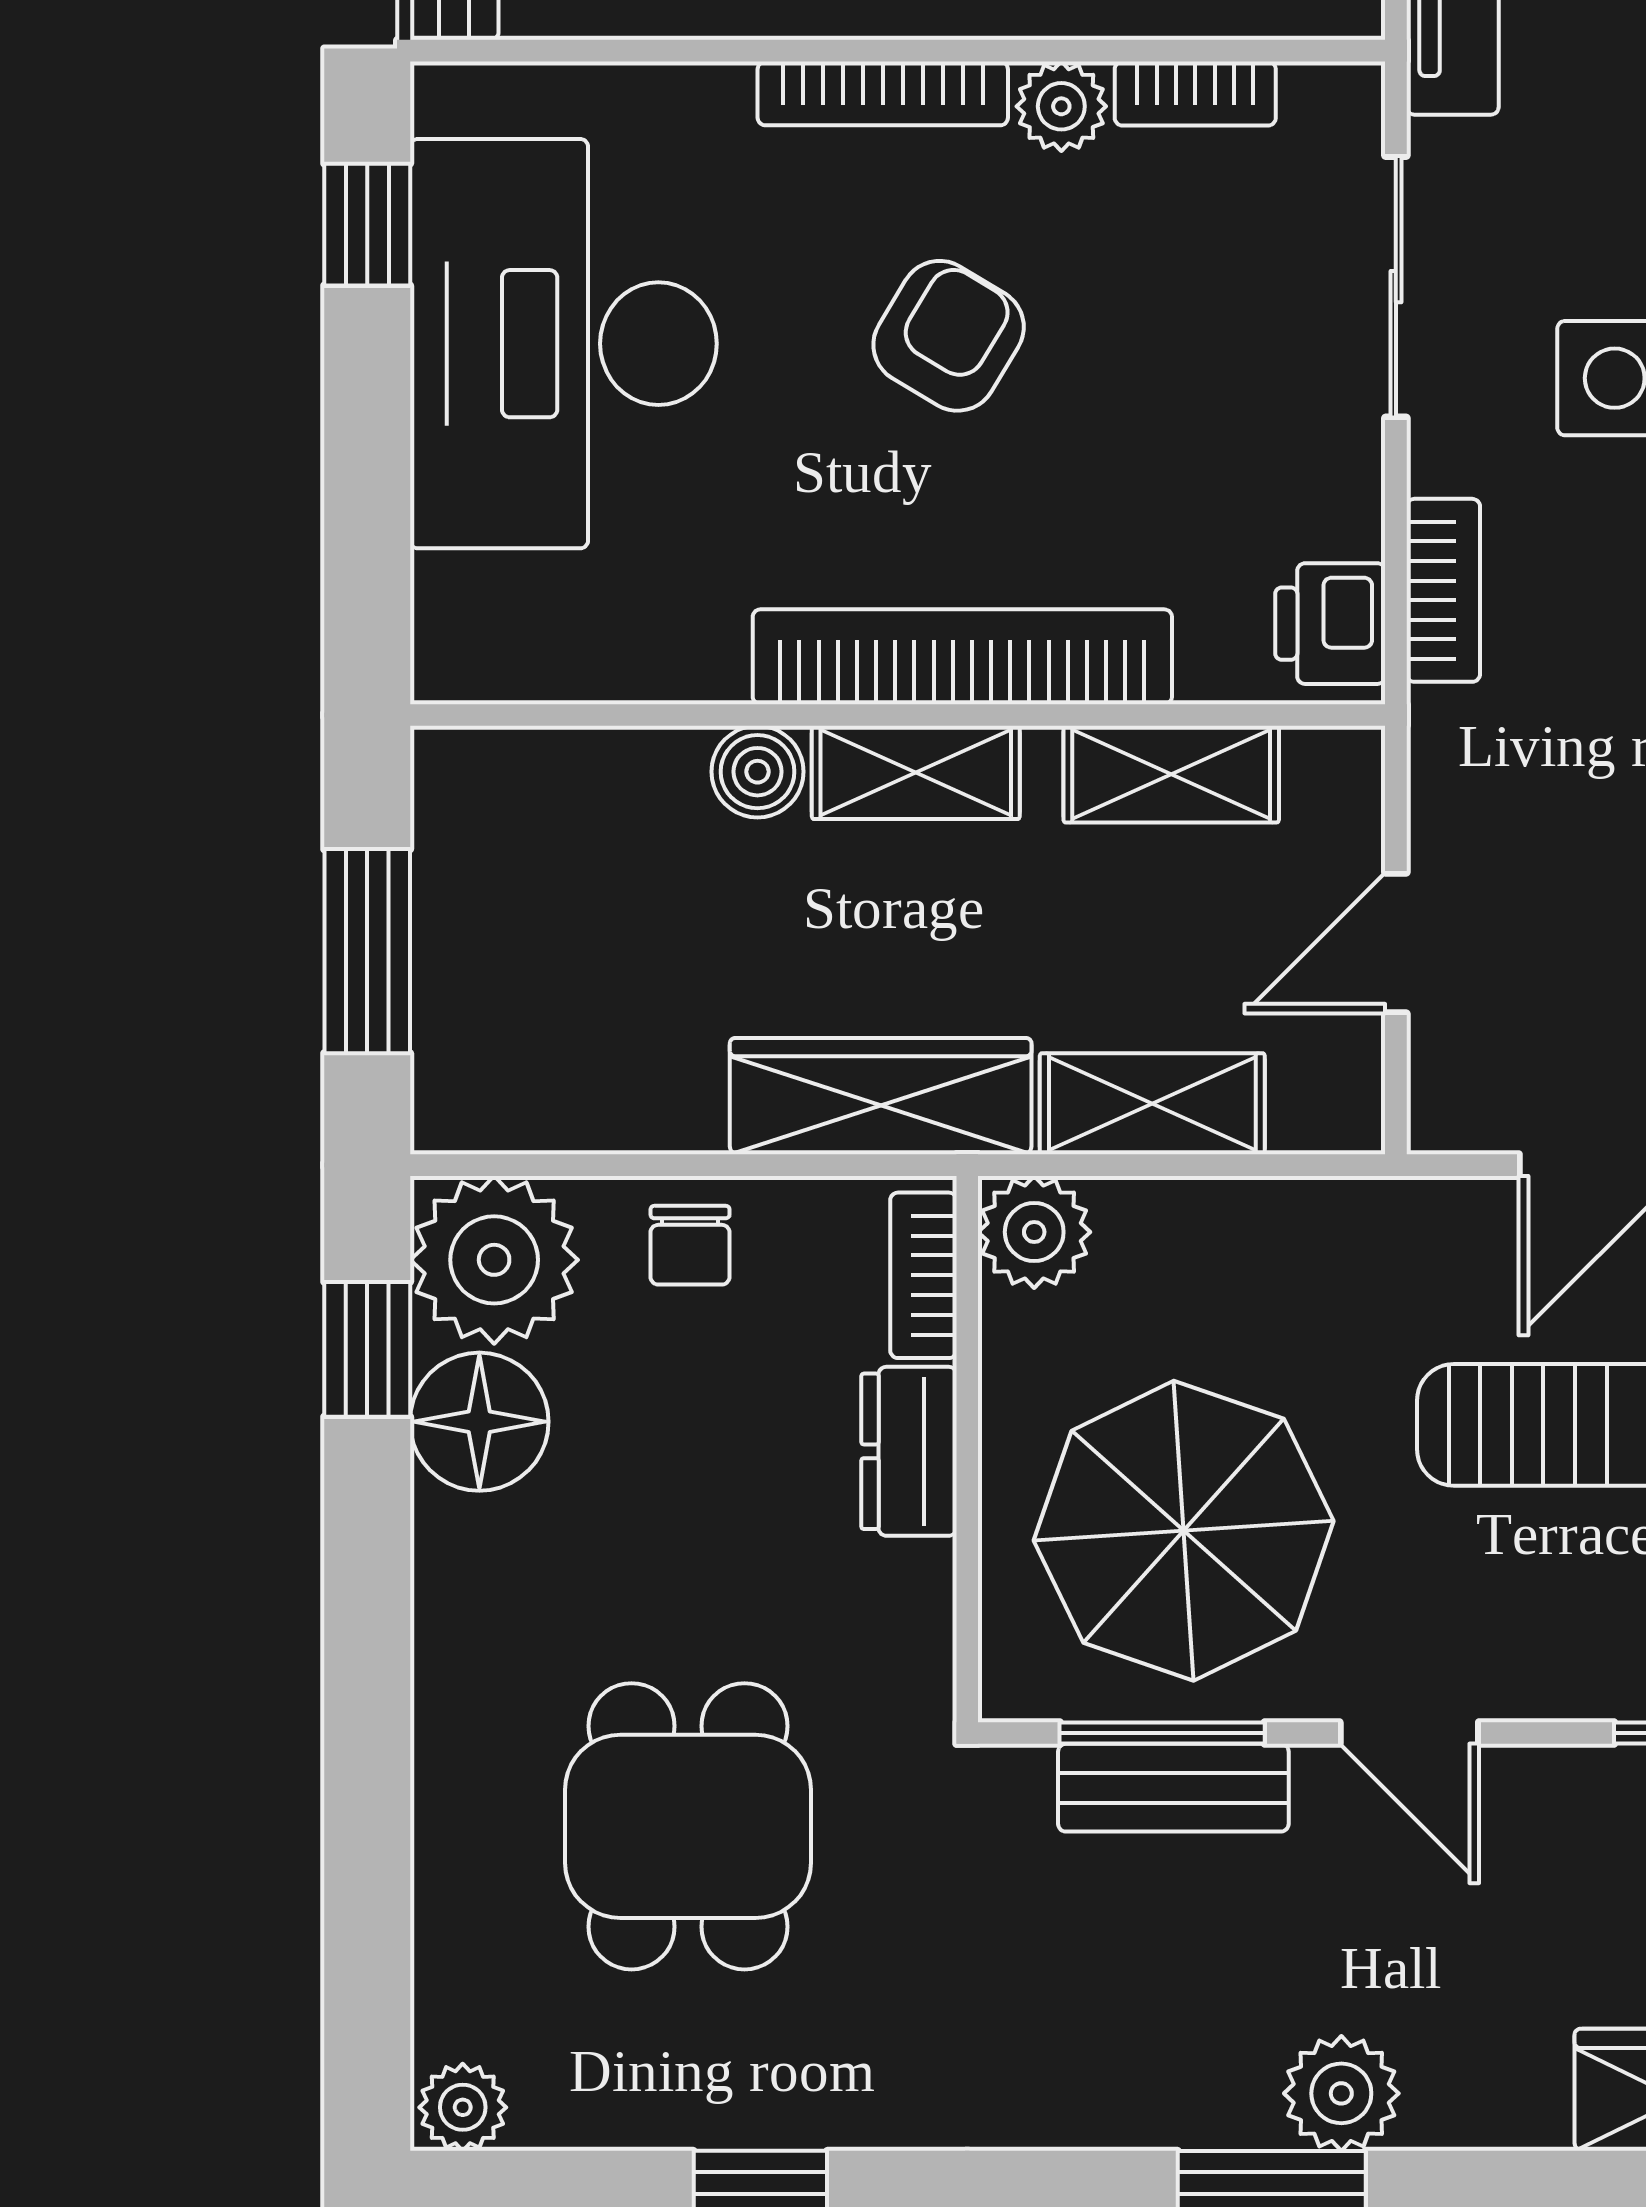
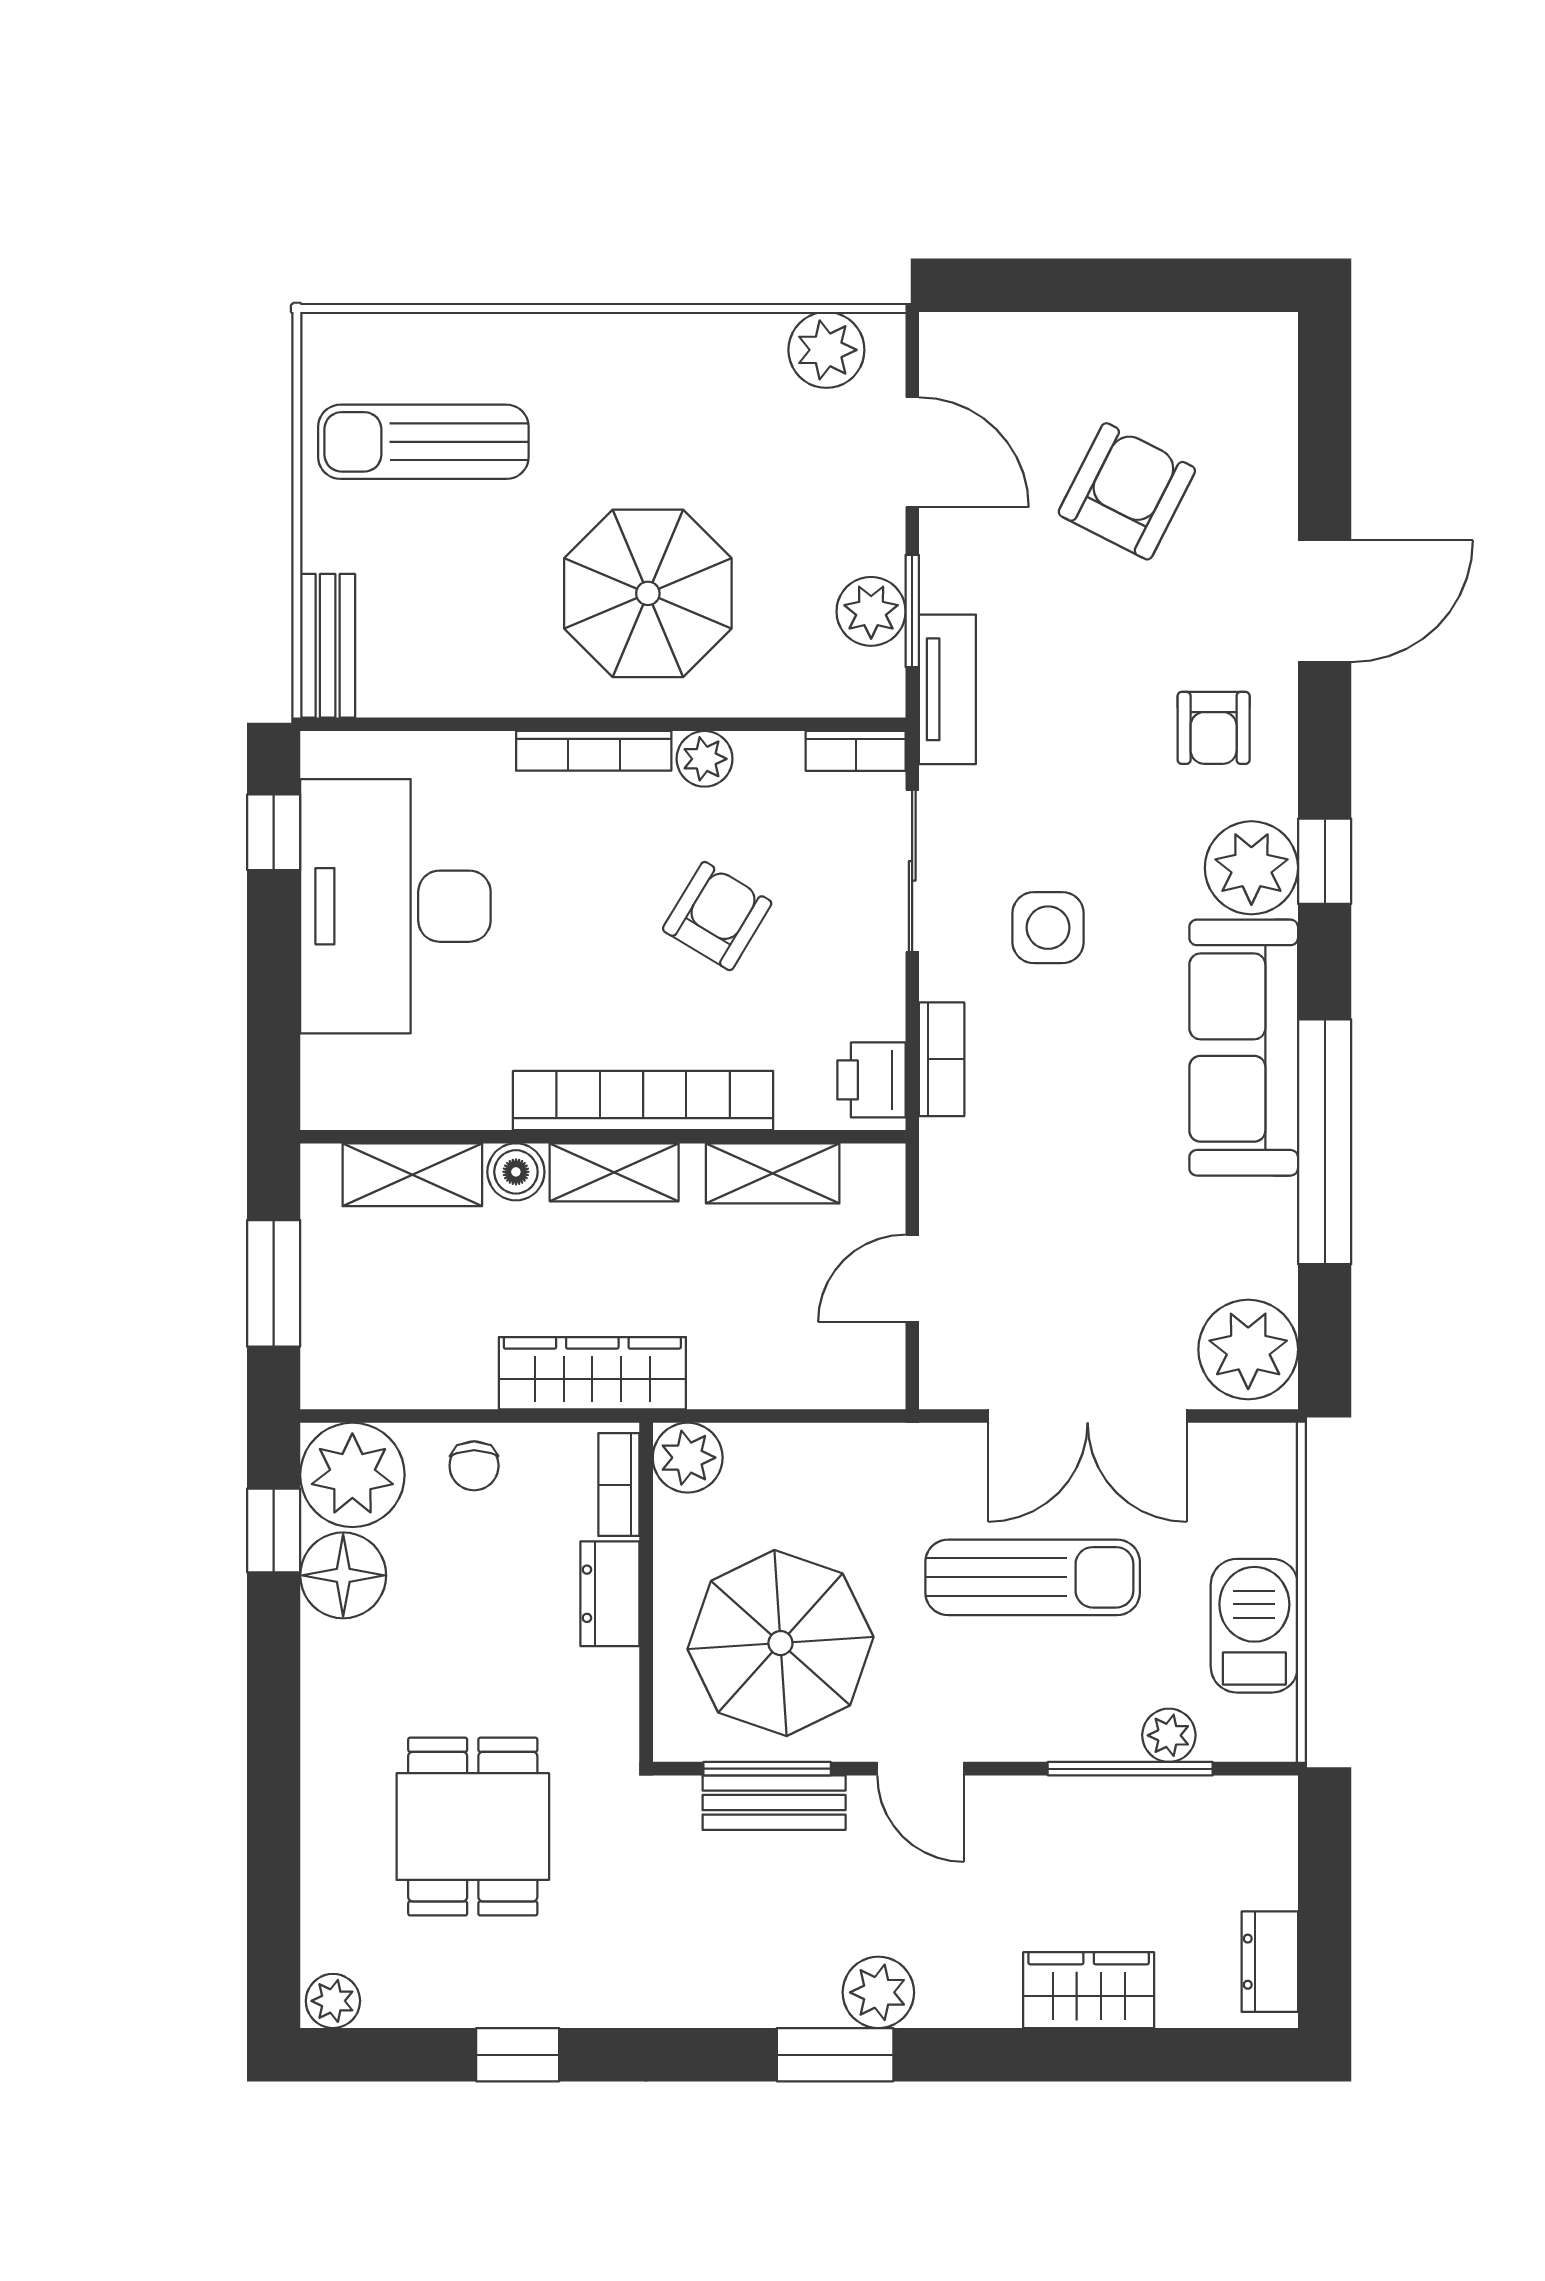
bookcase: (1195, 94) -> (856, 751), moved
armchair: (949, 336) -> (717, 916), moved
shelving: (1152, 1104) -> (412, 1175), moved

